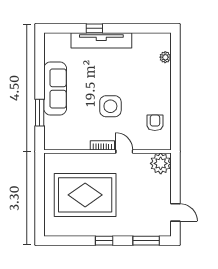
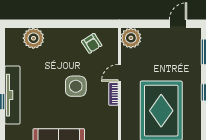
plant: (165, 57) -> (33, 38), width x1.87, depth x1.87
armchair: (155, 123) -> (92, 43), turned -123

